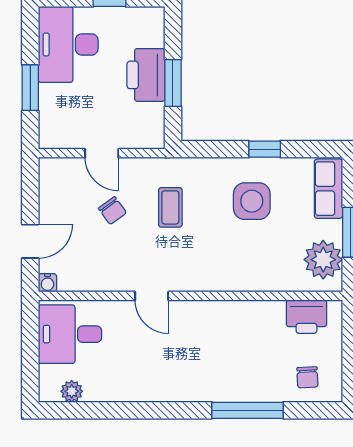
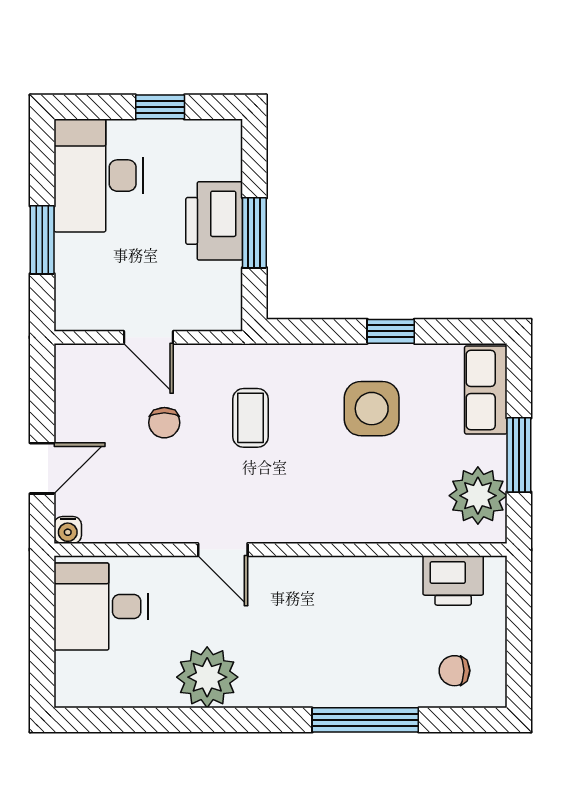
chair: (112, 211) -> (164, 423), turned 36
chair: (307, 377) -> (454, 671), turned 93
plant: (72, 391) -> (207, 677), moved, width x1.87, depth x1.87

